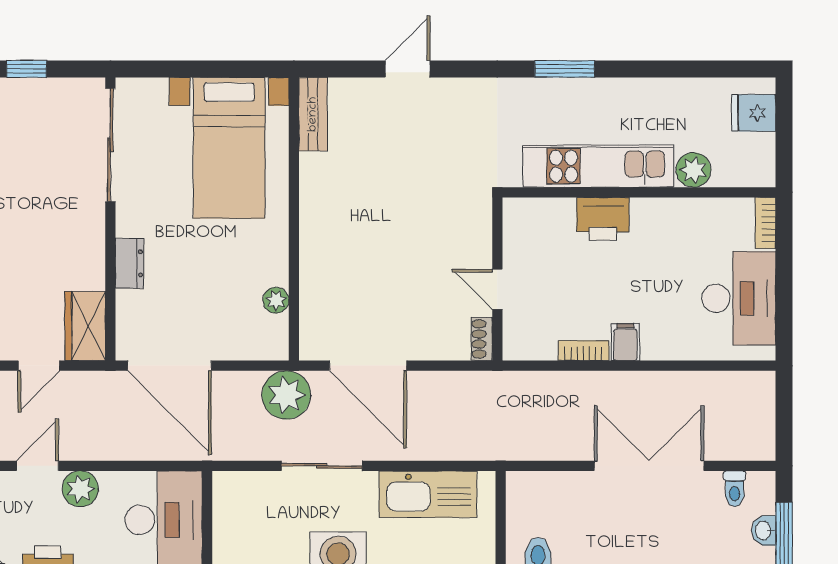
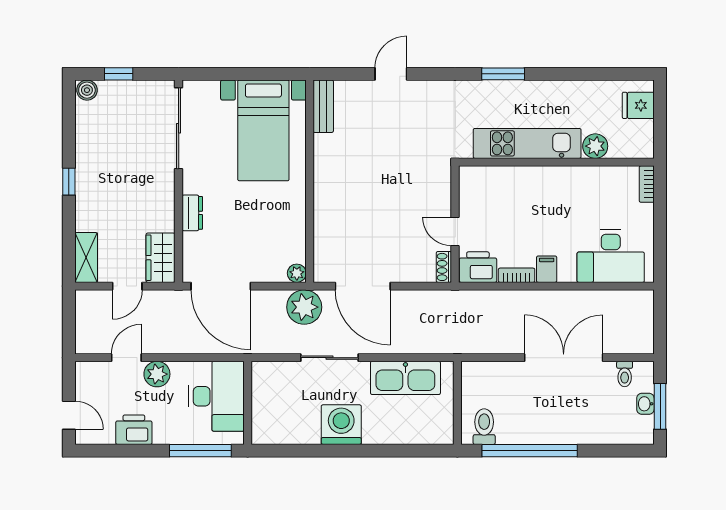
printer: (603, 219) -> (478, 267), moved, turned 180
desk: (739, 298) -> (611, 256), moved, turned 90
plant: (276, 300) -> (297, 273), moved

